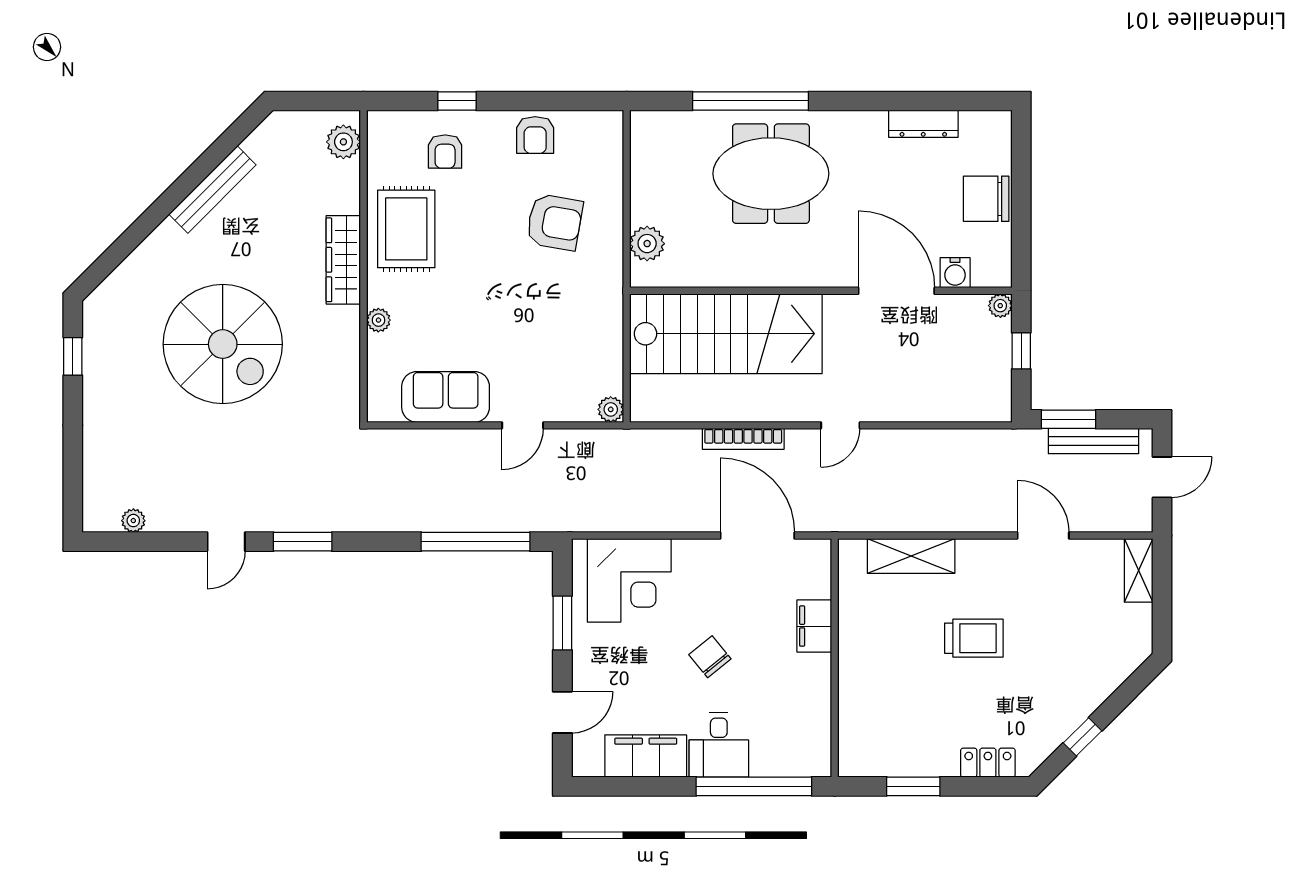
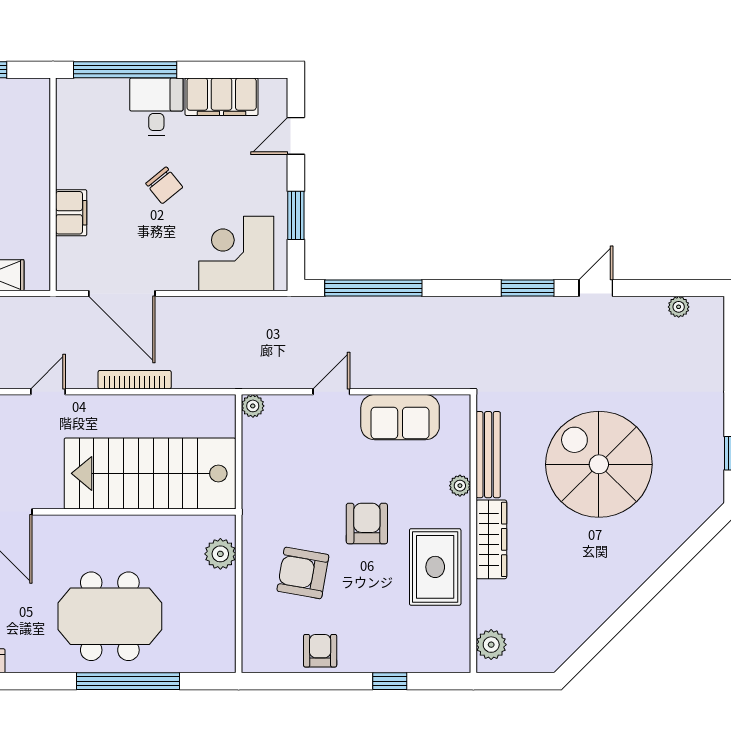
armchair: (445, 152) -> (367, 524), moved, width x1.38, depth x1.38
bench: (212, 189) -> (488, 455), moved, turned -45

